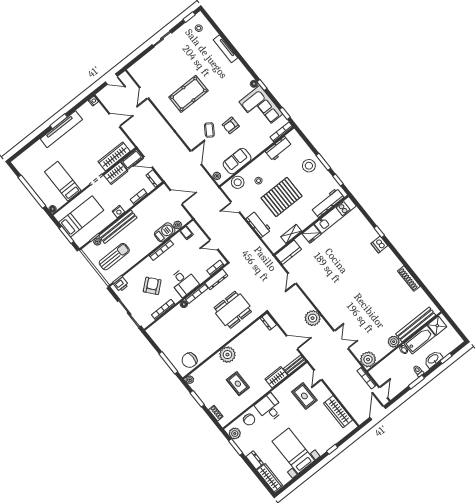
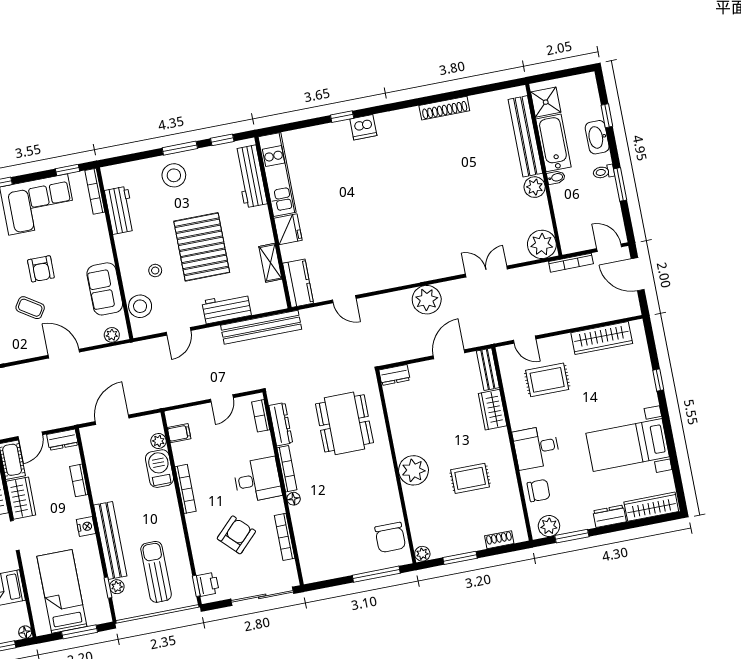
bench: (258, 246) -> (261, 327), added
armchair: (152, 286) -> (236, 535), turned 85

